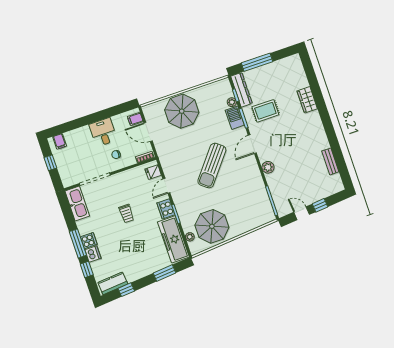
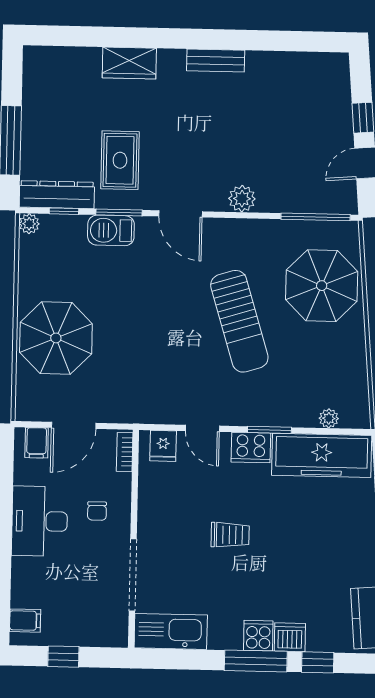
plant: (232, 102) -> (29, 224), moved
desk: (103, 132) -> (40, 521), width x1.37
bench: (330, 161) -> (216, 60), moved
sun lounger: (212, 165) -> (239, 321), moved, turned 34
parasol: (212, 226) -> (322, 286), moved

